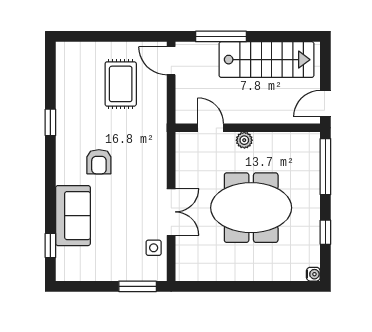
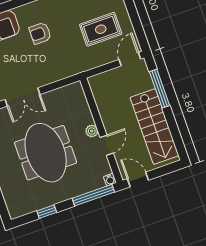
door: (211, 128) -> (107, 145), moved
water cooler: (313, 274) -> (110, 180), moved

